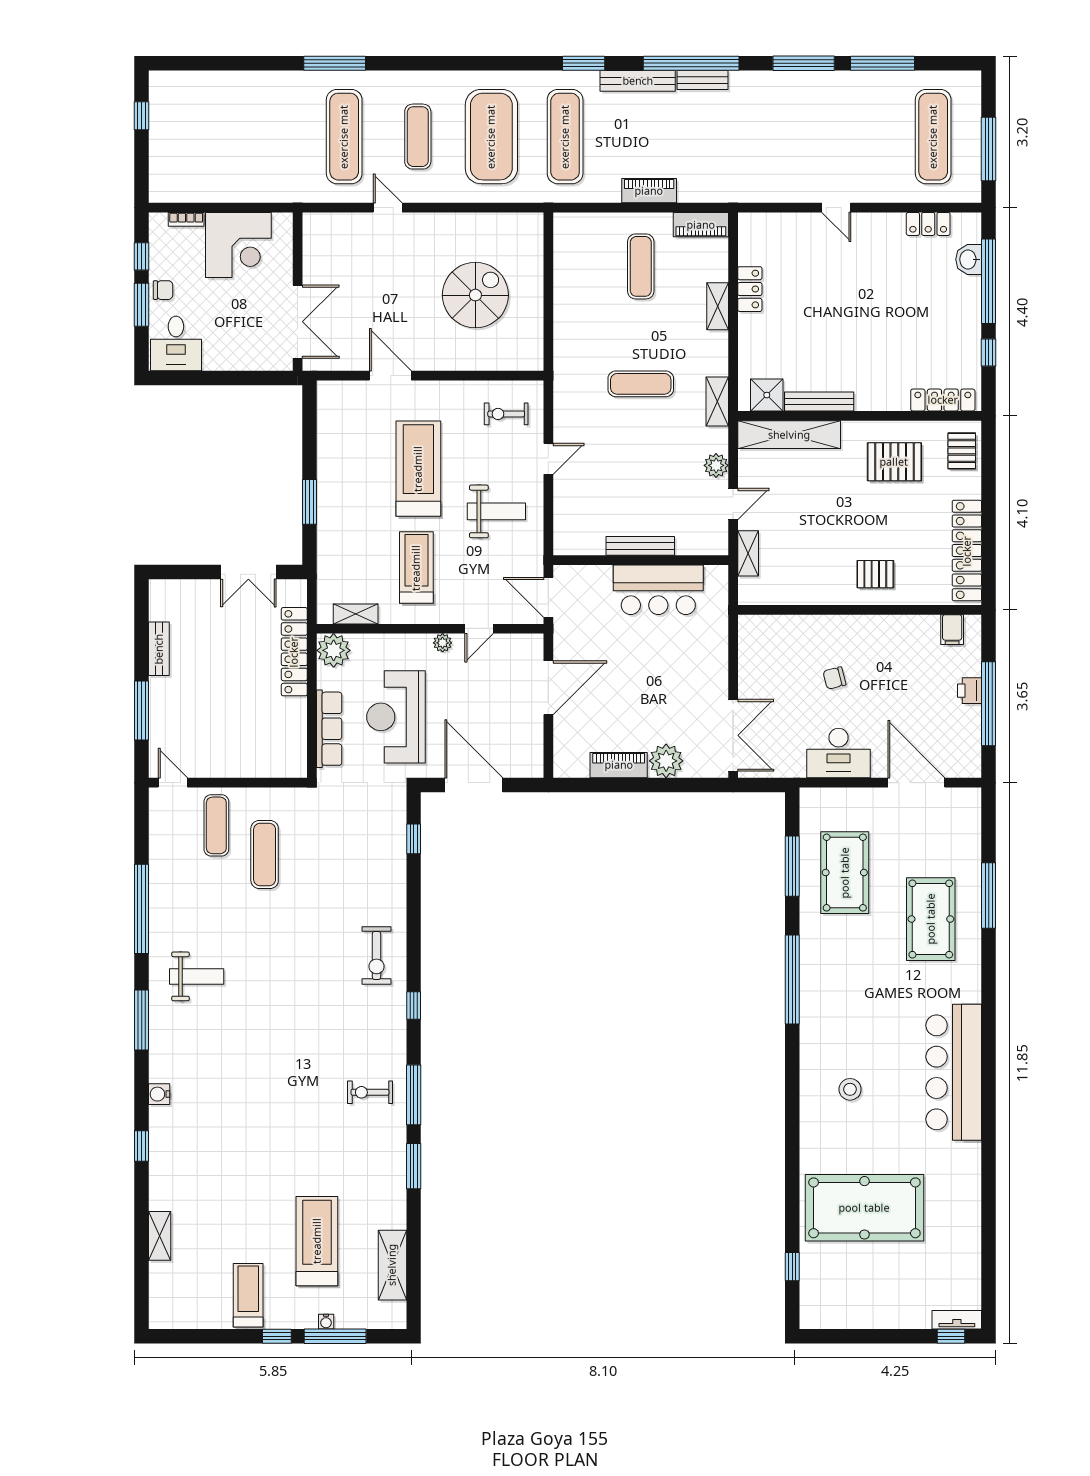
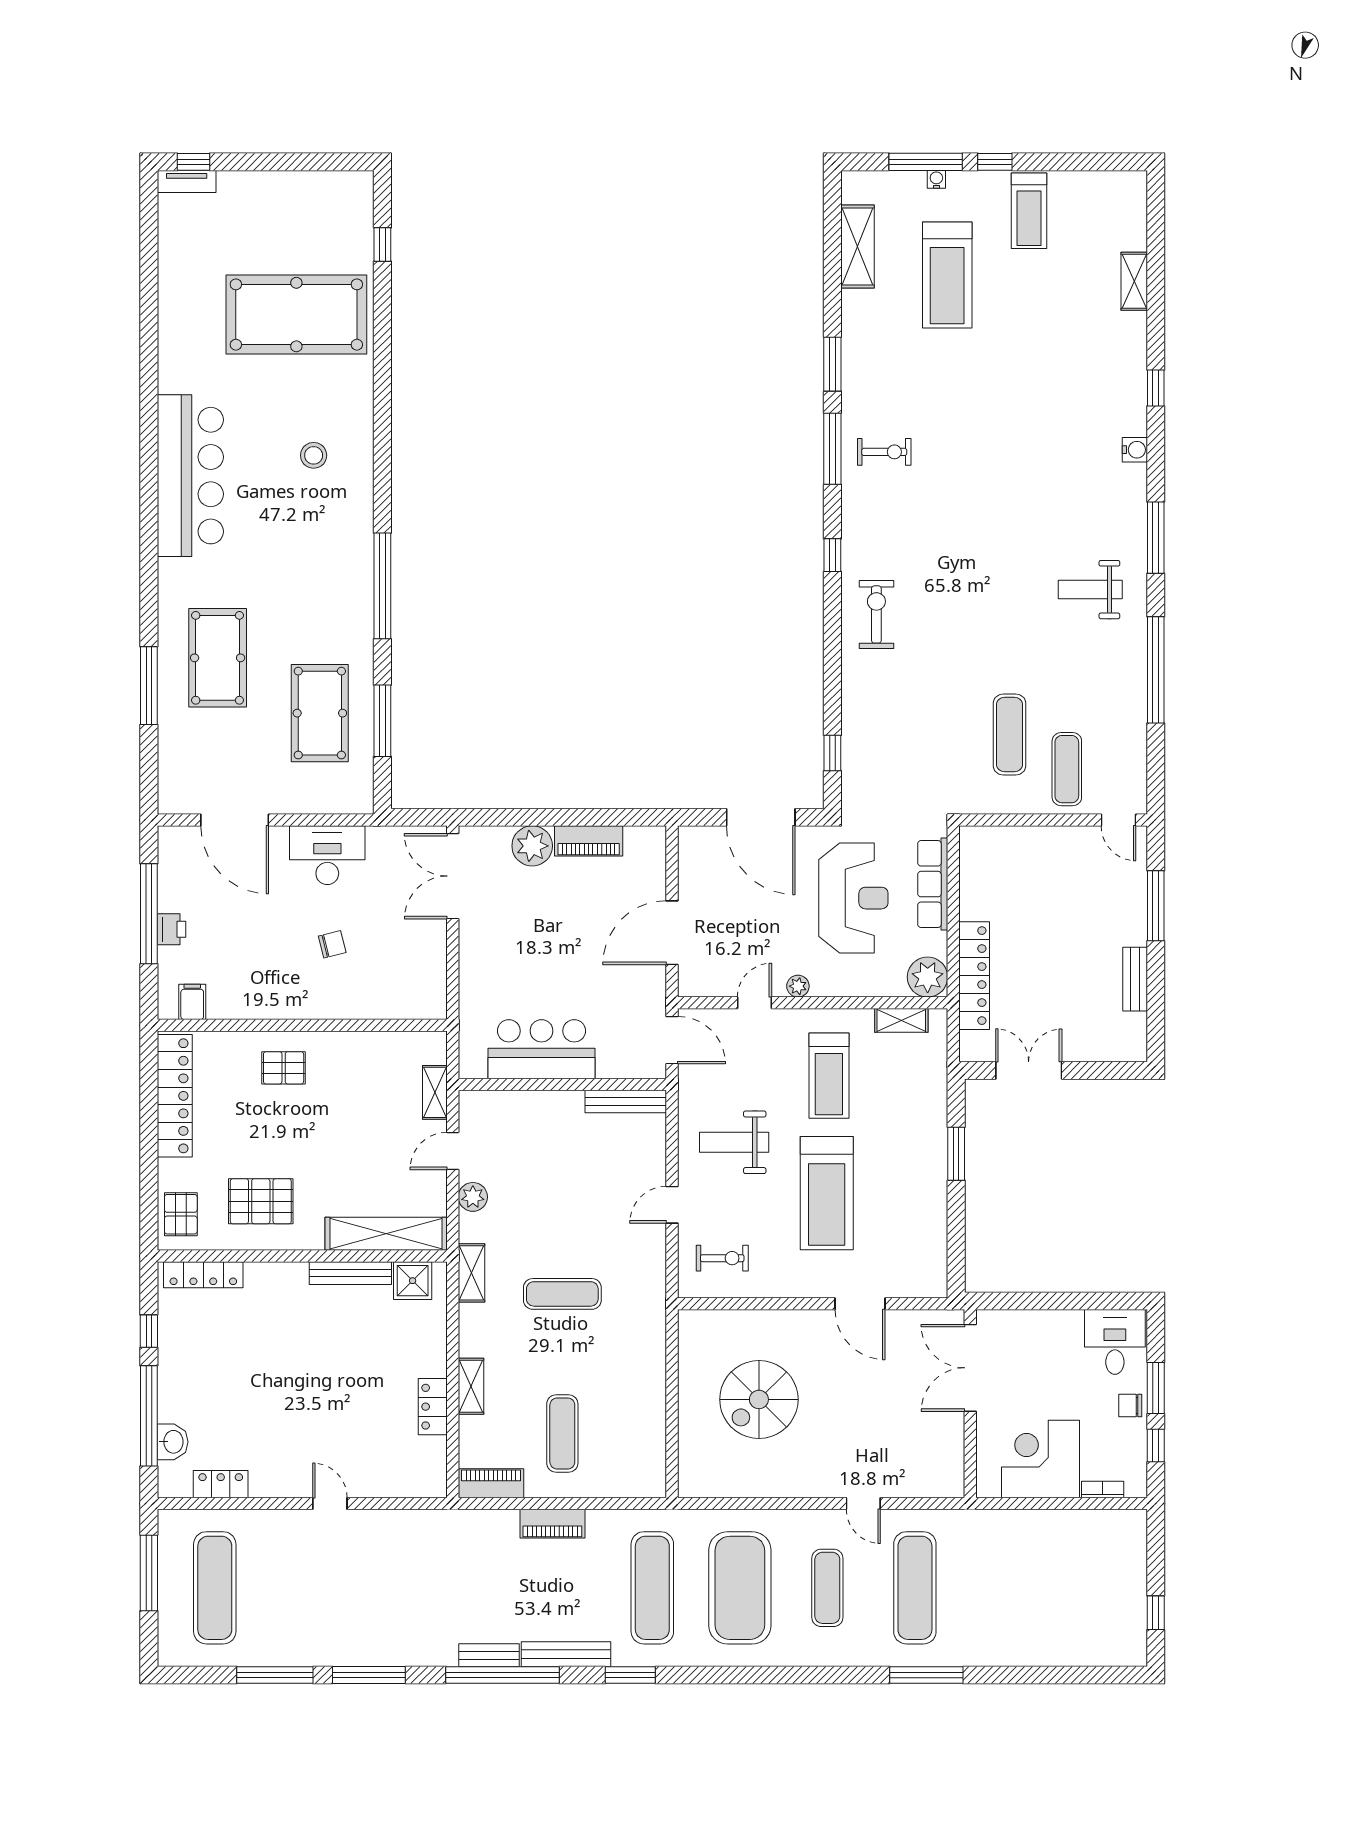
bench: (640, 546) -> (626, 1101), moved

